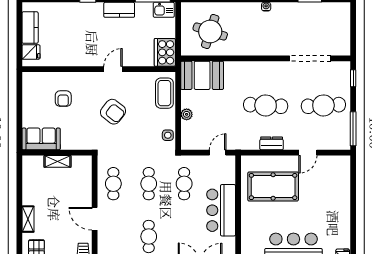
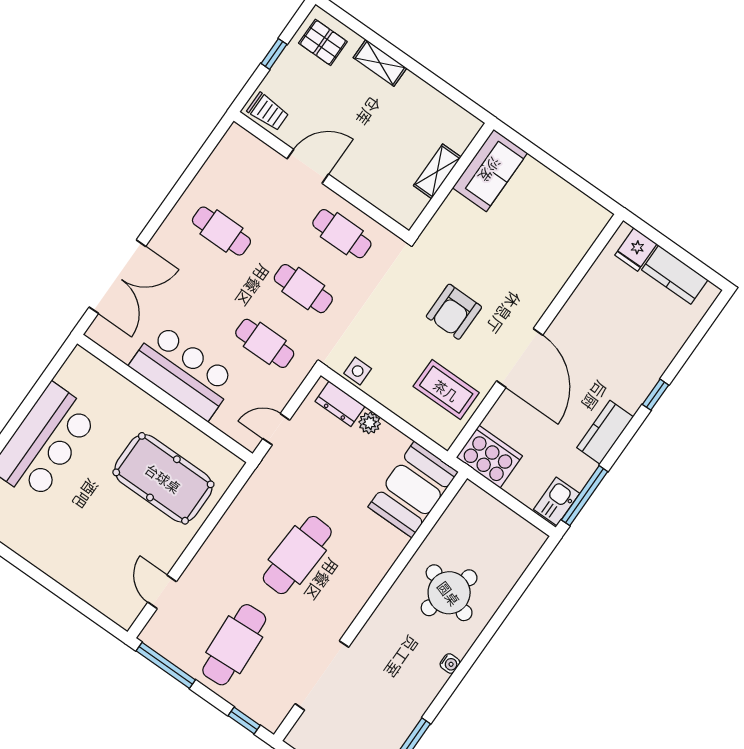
round table: (210, 32) -> (449, 593), moved
door: (113, 69) -> (520, 358), width x1.88
coffee table: (164, 93) -> (446, 390), moved
armchair: (63, 99) -> (528, 249), removed
armchair: (113, 112) -> (454, 312), turned -38
dresser: (272, 143) -> (340, 404), moved, turned 90
door: (218, 153) -> (276, 429), swing flipped
door: (308, 153) -> (162, 592), moved
pool table: (273, 187) -> (163, 478), turned 90

